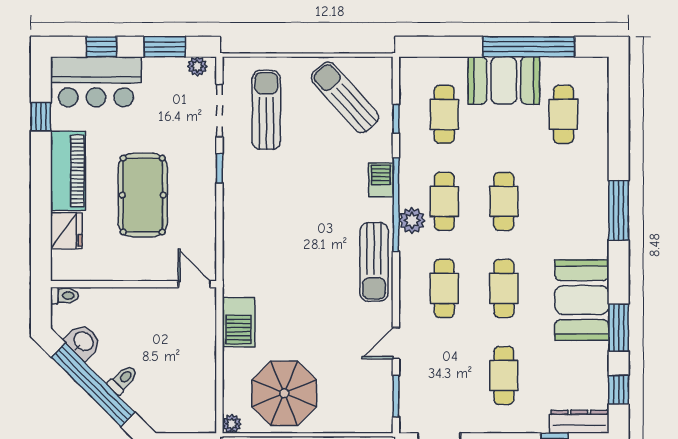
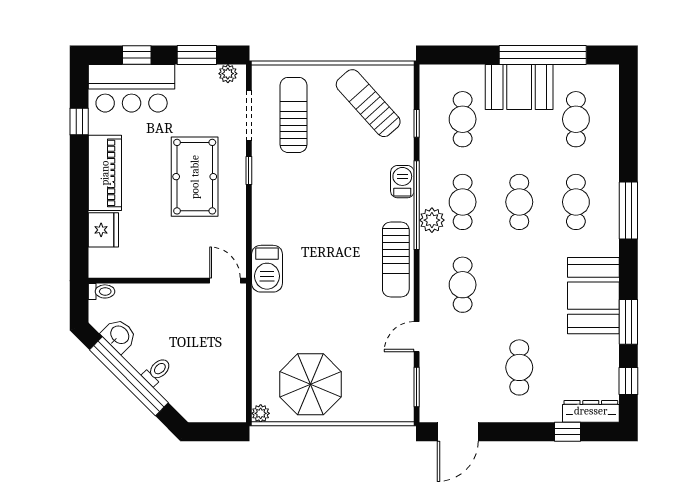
pool table: (143, 195) -> (195, 177), moved
cafe table: (504, 288) -> (576, 202), moved
barbecue: (238, 322) -> (267, 269), moved

